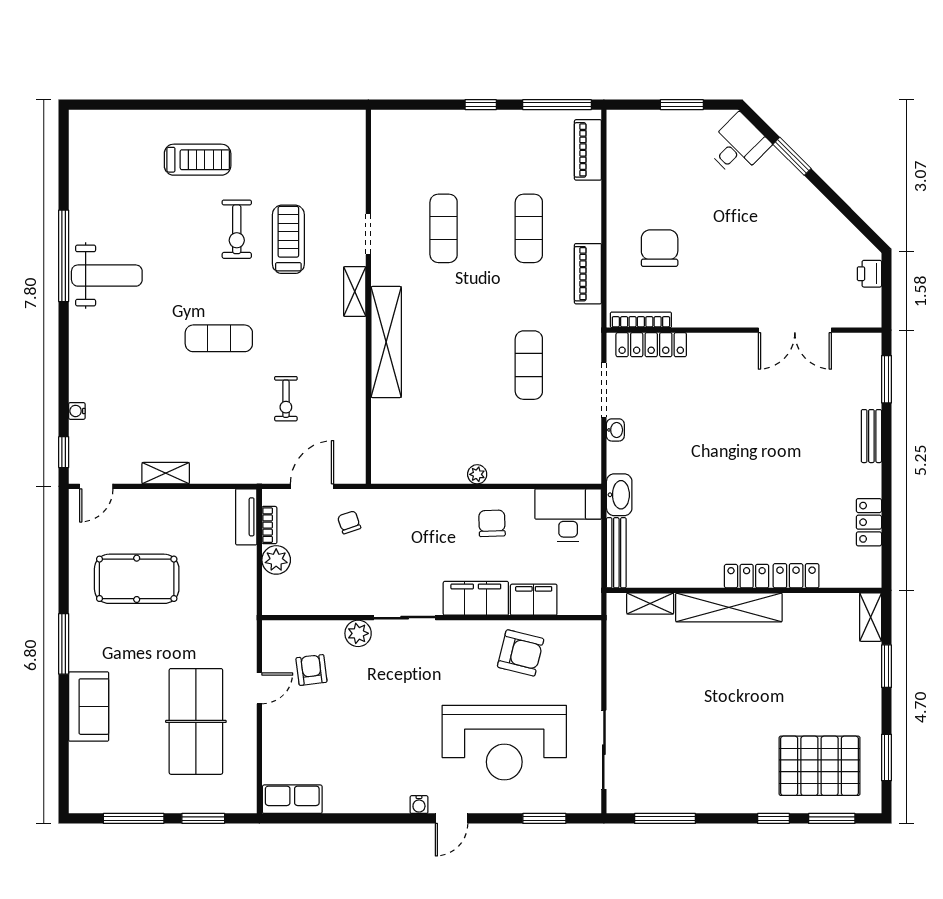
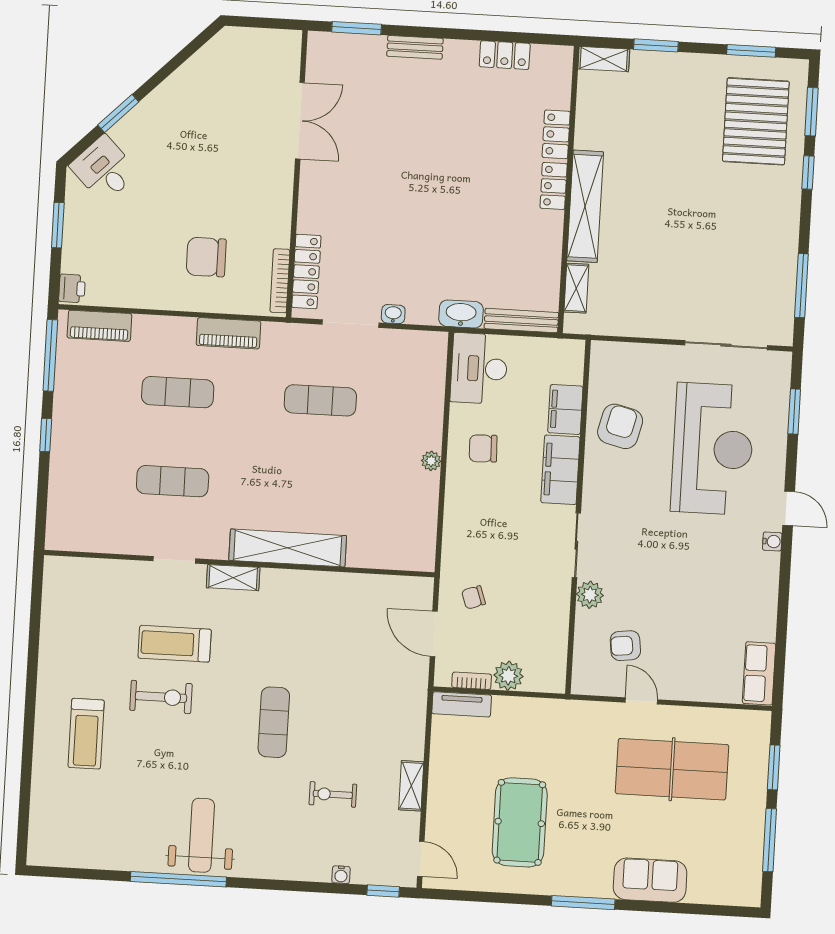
treadmill: (198, 160) -> (86, 734), turned 180
printer: (869, 274) -> (72, 288), moved, turned -90
exercise bike: (286, 399) -> (333, 794), moved, turned 180

